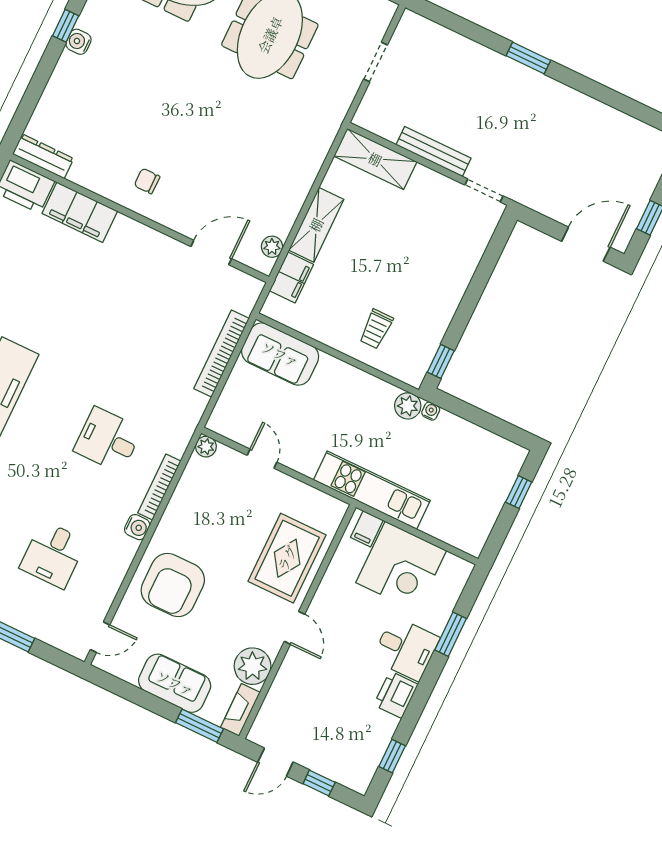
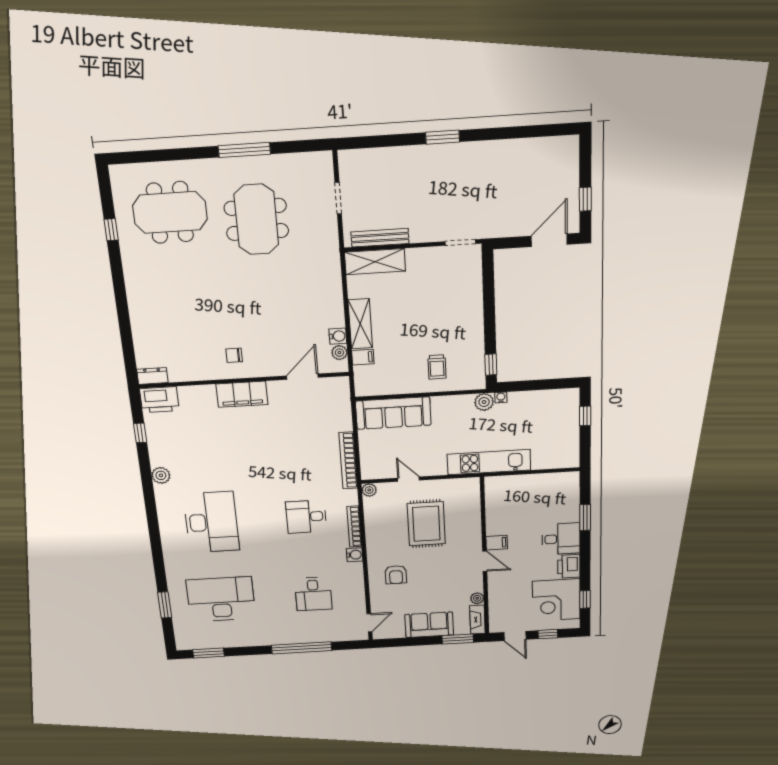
window: (66, 26) -> (119, 288), removed
water cooler: (79, 42) -> (338, 336), moved, turned 180
bench: (433, 152) -> (380, 238), moved
dresser: (43, 156) -> (152, 376), width x0.70
filing cabinet: (80, 212) -> (242, 394), moved
filing cabinet: (291, 278) -> (363, 357), width x0.50
bookcase: (222, 353) -> (348, 461), moved
sofa: (280, 354) -> (393, 413), width x1.36
filing cabinet: (367, 529) -> (497, 543), moved, turned -90
rug: (287, 558) -> (426, 524), moved
corner desk: (401, 567) -> (556, 600), moved, turned 90
armchair: (173, 585) -> (396, 575), width x0.53, depth x0.53
plant: (253, 666) -> (477, 598), width x0.53, depth x0.53
door: (275, 762) -> (515, 636), hinge flipped

